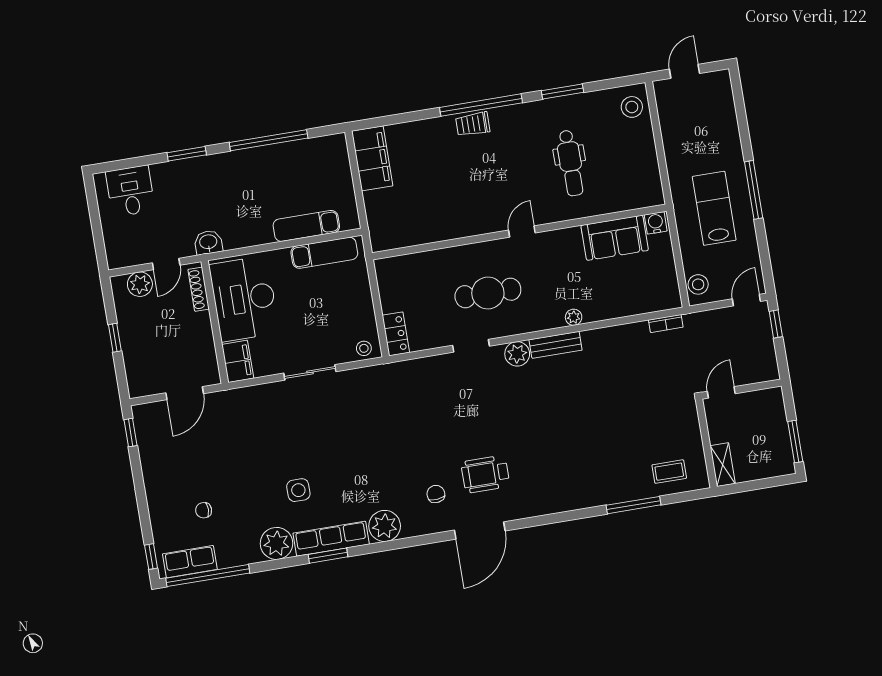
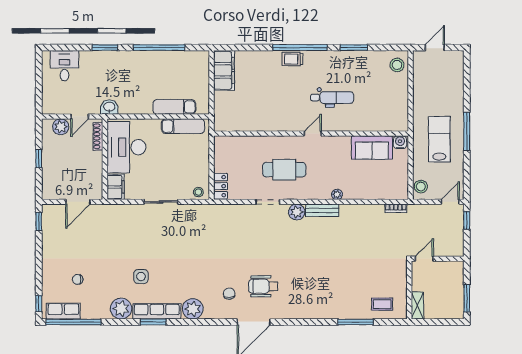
dental chair: (570, 163) -> (332, 98), moved, turned -90

